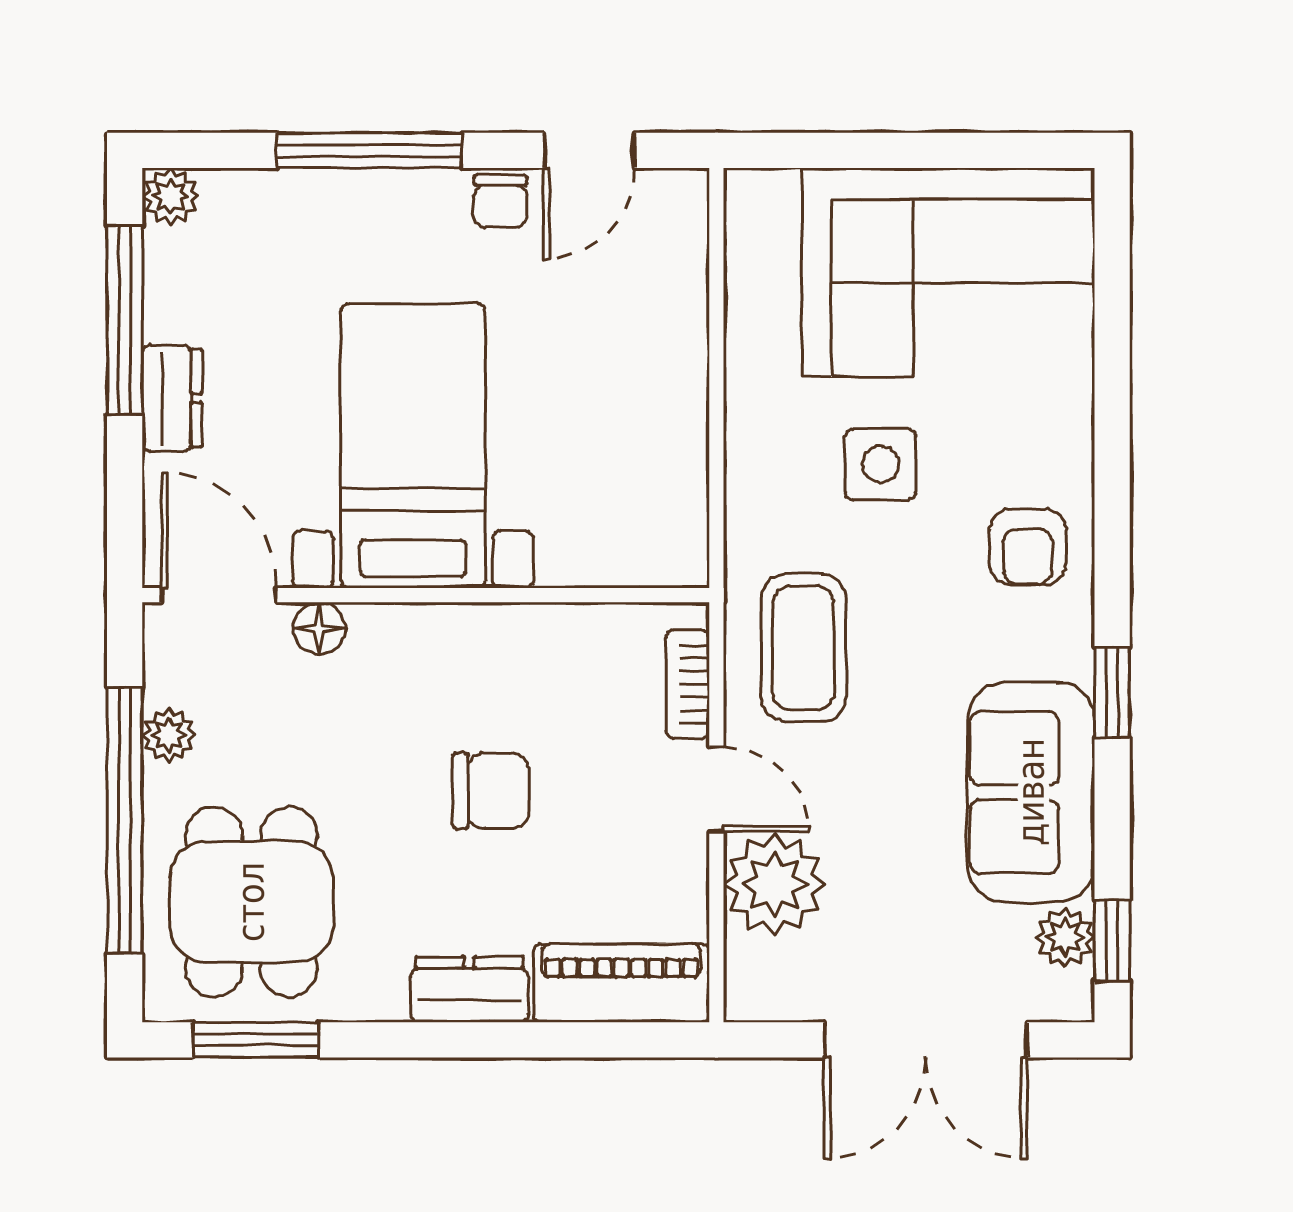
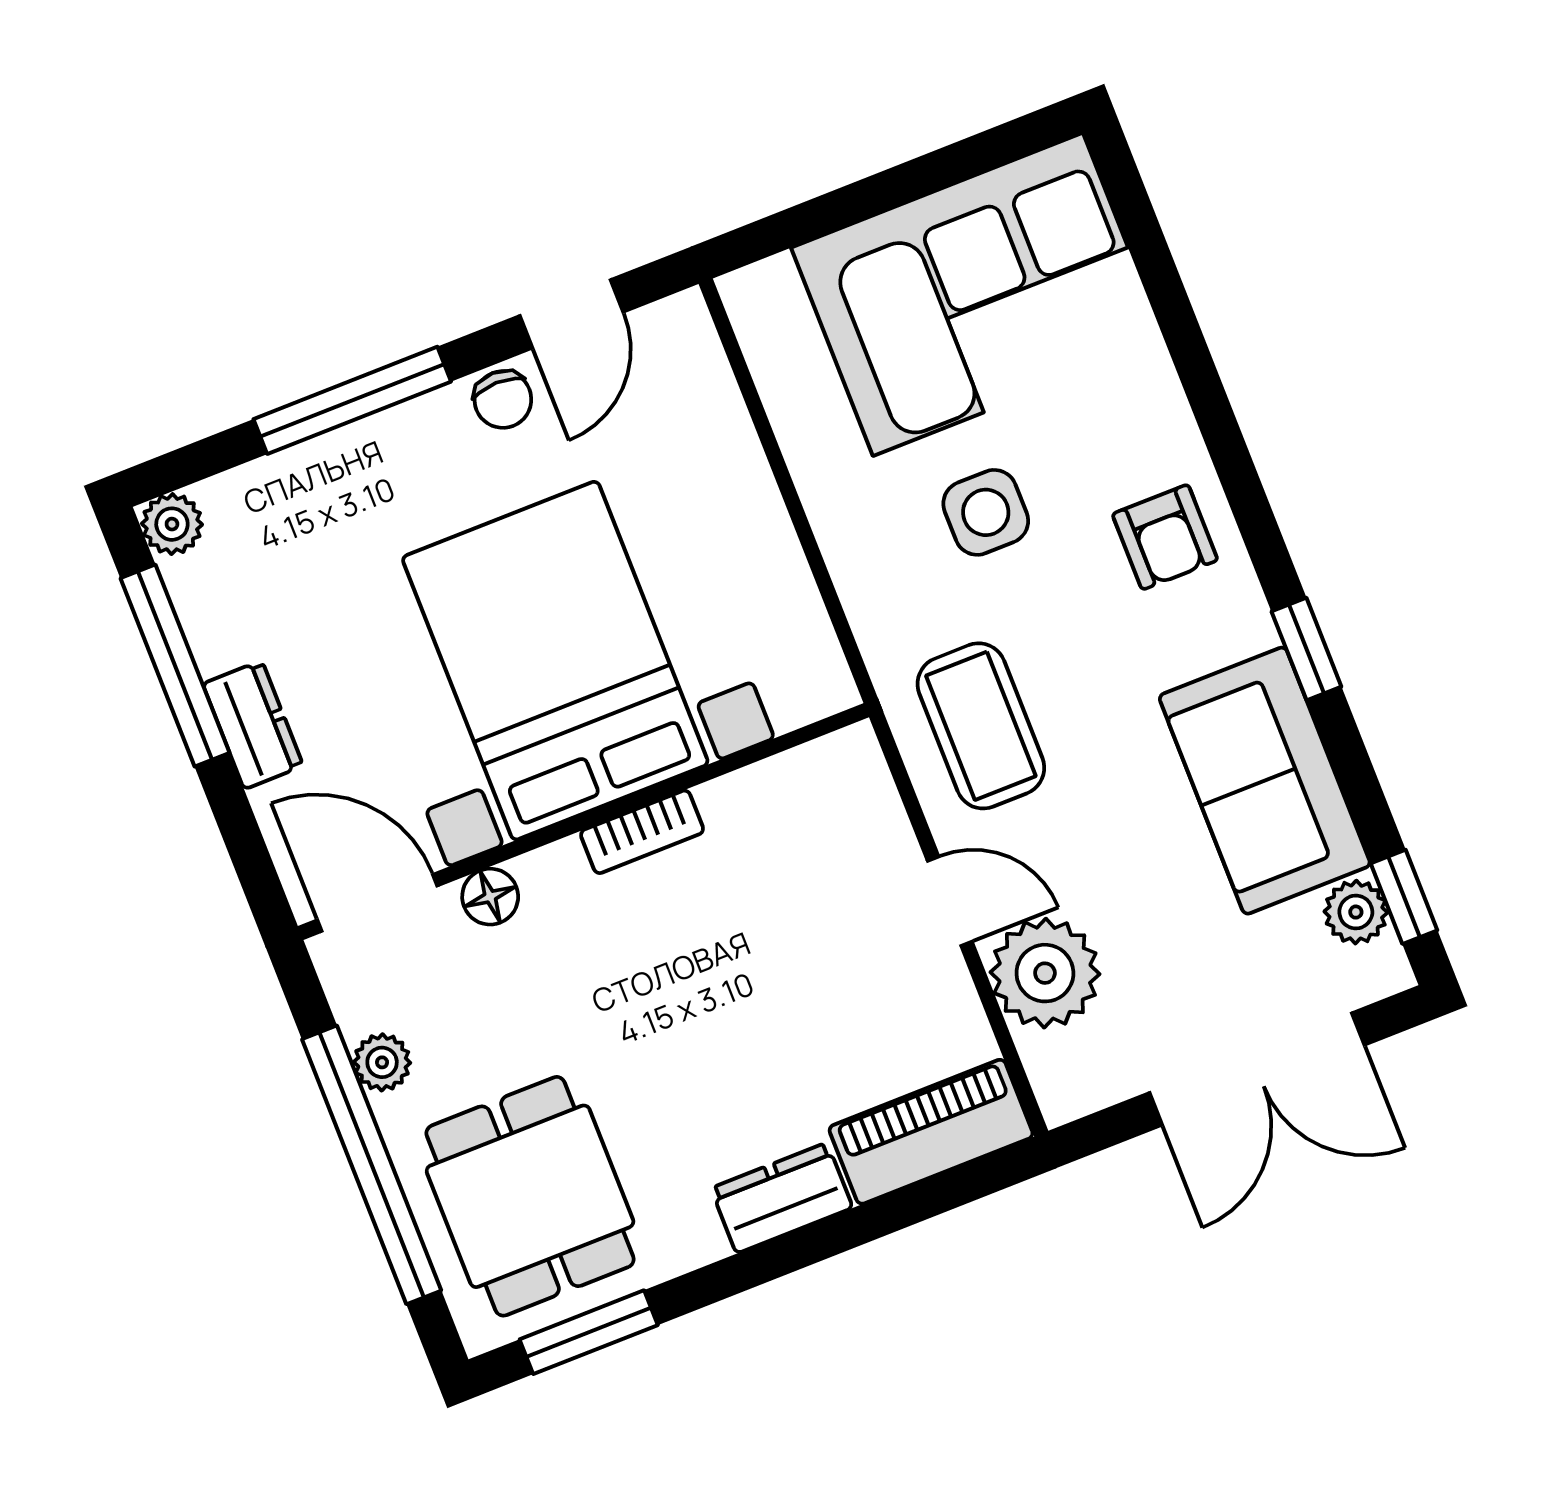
bed with nightstands: (413, 446) -> (555, 661), width x1.36
bookcase: (688, 684) -> (642, 832), moved, turned -90
chair: (491, 791) -> (725, 991), removed

